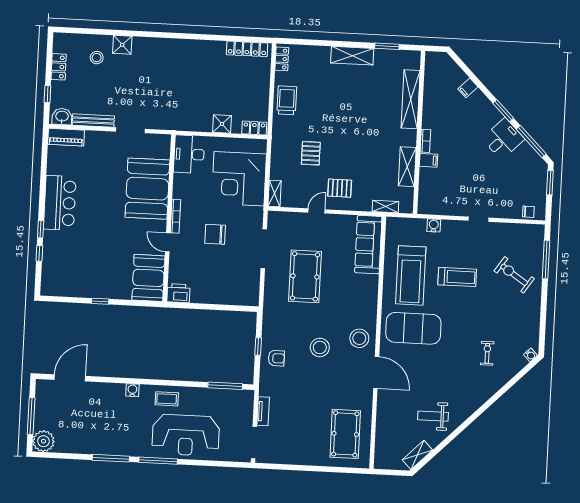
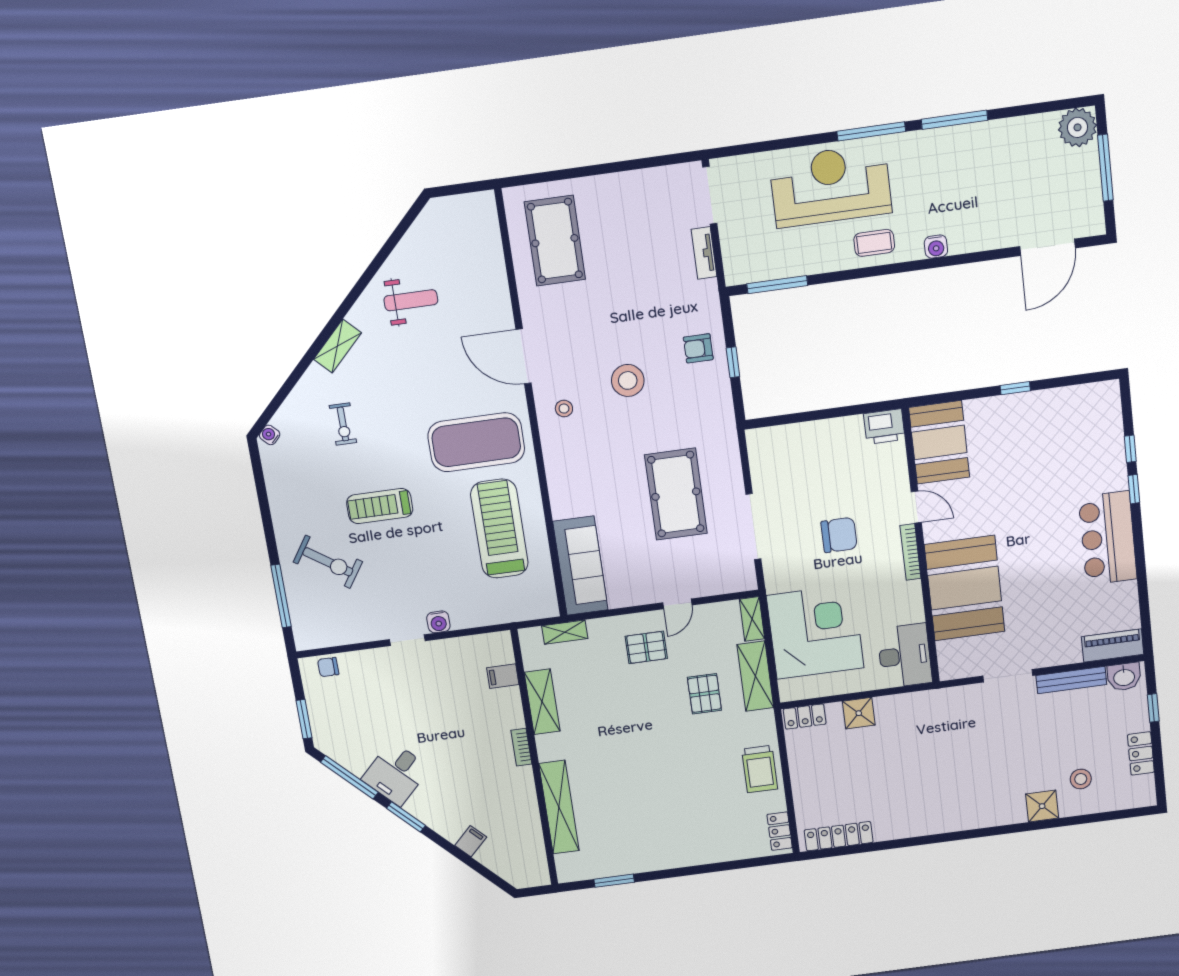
shelving: (352, 56) -> (755, 676), moved, turned 90
filing cabinet: (429, 160) -> (503, 676), moved
water cooler: (434, 225) -> (438, 622), moved
treadmill: (457, 277) -> (380, 506), moved
stool: (359, 338) -> (564, 409), width x0.53, depth x0.53
shelving: (417, 455) -> (337, 346), moved

